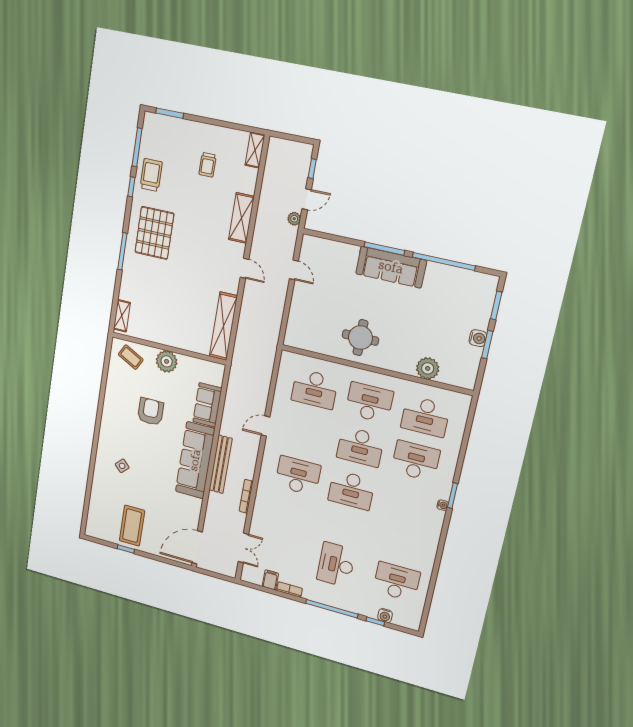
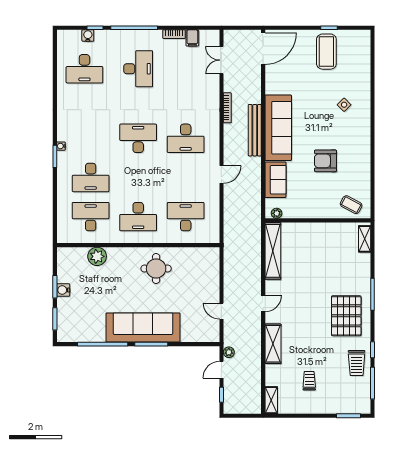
sofa: (391, 267) -> (143, 327), width x1.36, depth x1.27
door: (245, 268) -> (263, 303), swing flipped
plant: (167, 361) -> (277, 213), moved, width x0.53, depth x0.53
armchair: (151, 412) -> (325, 161), turned 90
desk: (360, 447) -> (138, 177), removed

